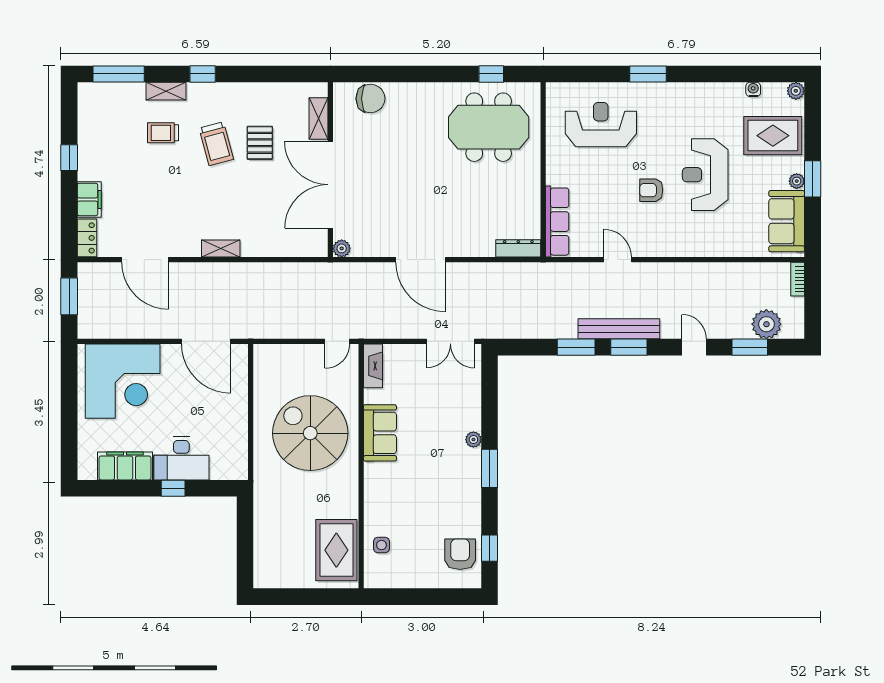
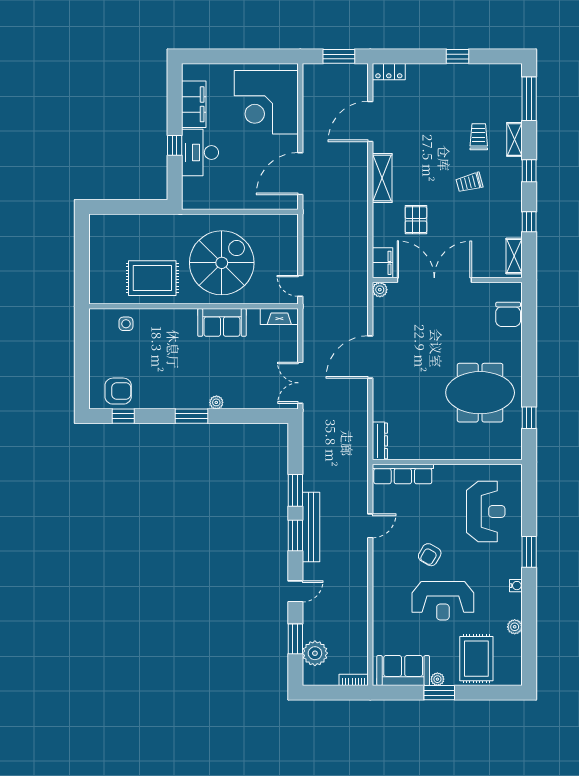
window: (262, 74) -> (529, 222), added
water cooler: (753, 89) -> (516, 586), moved
plant: (796, 91) -> (515, 627), moved
shelving: (319, 118) -> (514, 256), moved, turned 90
meeting table: (489, 127) -> (480, 393), moved, turned 90
pallet: (260, 143) -> (416, 220), moved, turned 90
trolley: (216, 144) -> (469, 182), width x0.73, depth x0.72
reception desk: (705, 175) -> (443, 601), turned 180
armchair: (651, 190) -> (430, 555), turned -150
filing cabinet: (89, 199) -> (382, 263), moved, turned -90
shelving: (221, 249) -> (382, 178), width x1.50, depth x1.33
rug: (336, 550) -> (152, 278), moved

